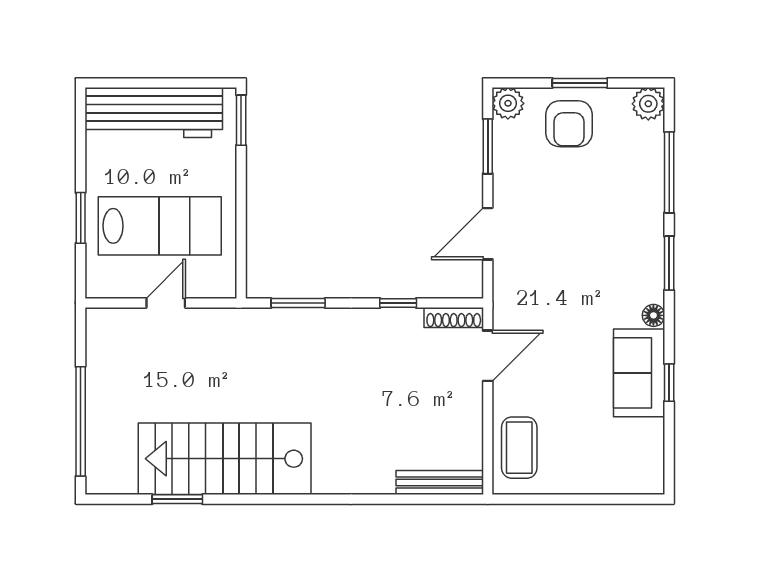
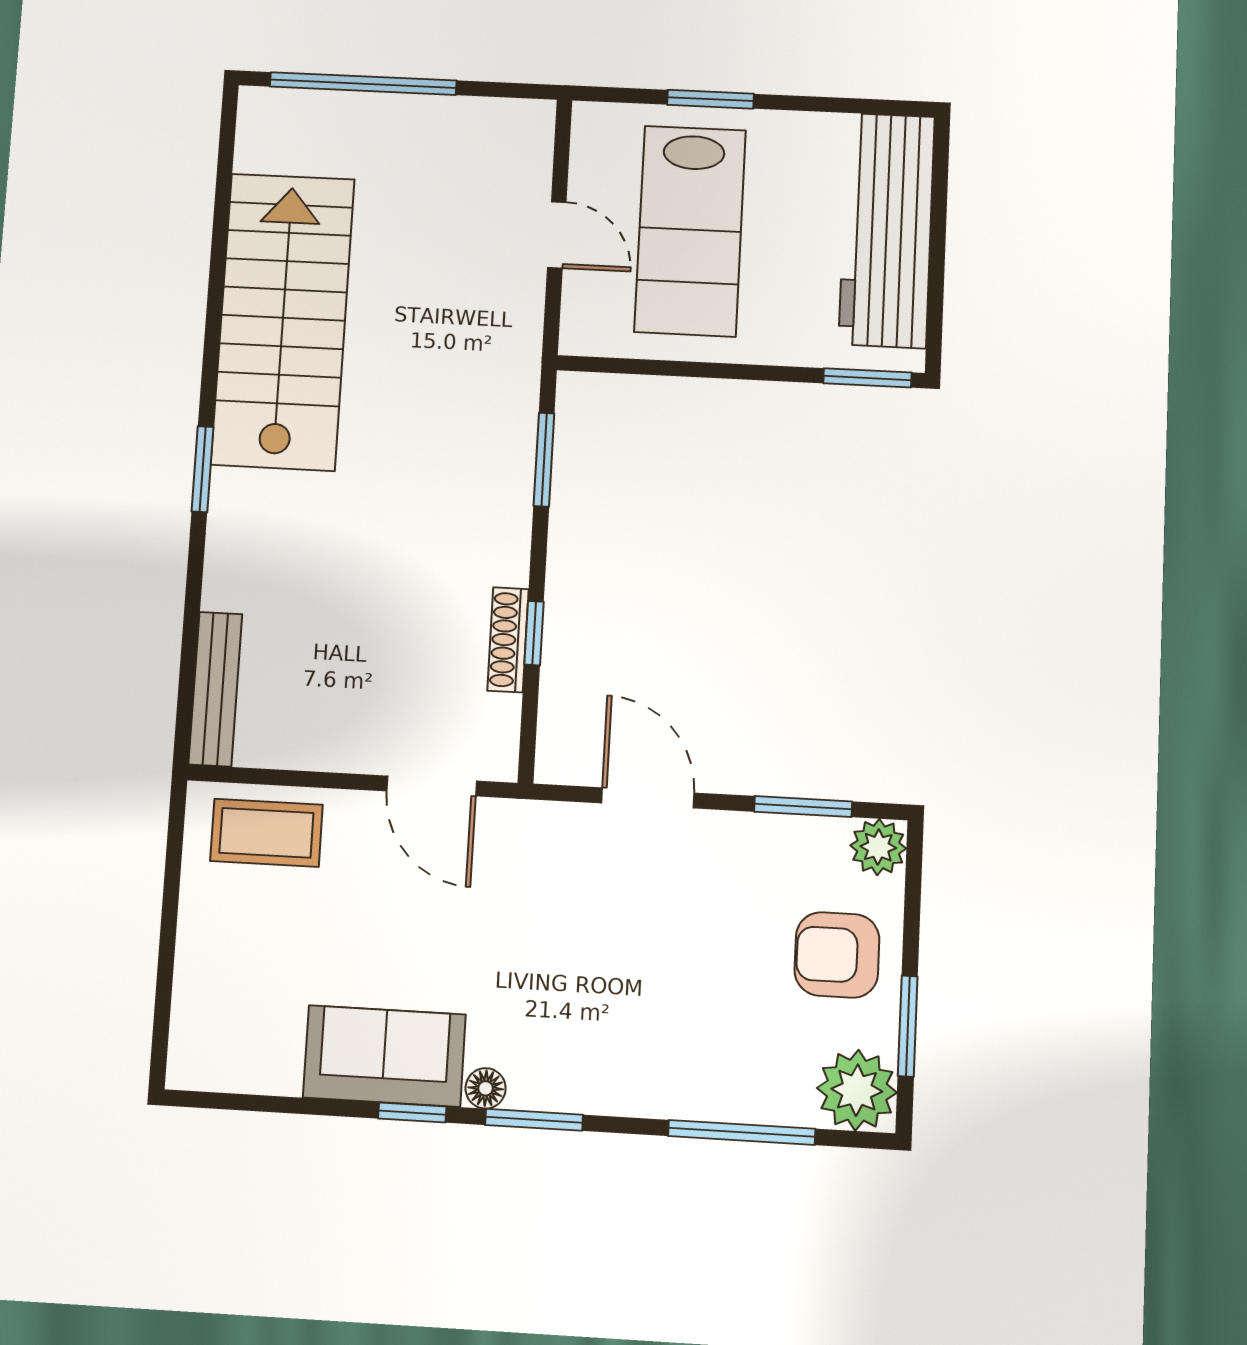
window: (580, 83) -> (908, 1026), moved
plant: (648, 104) -> (857, 1090), width x1.36, depth x1.36
window: (669, 263) -> (534, 1120), moved
shoe rack: (454, 317) -> (508, 640), moved
window: (669, 383) -> (412, 1112), moved
window: (177, 499) -> (203, 469), moved

